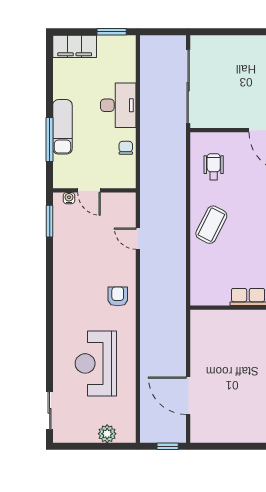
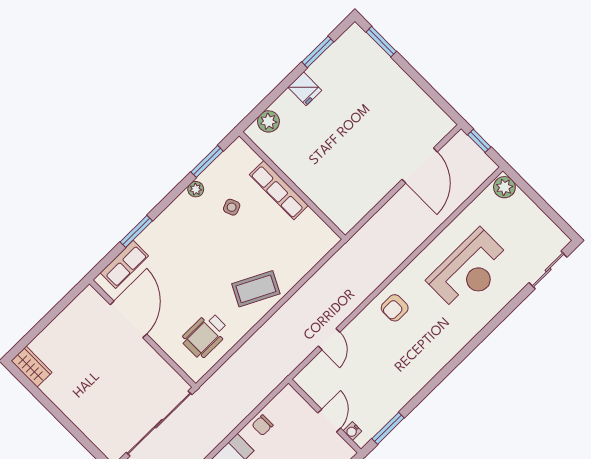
wheelchair: (214, 167) -> (205, 335), width x1.36, depth x1.37
plant: (107, 434) -> (504, 187), moved

